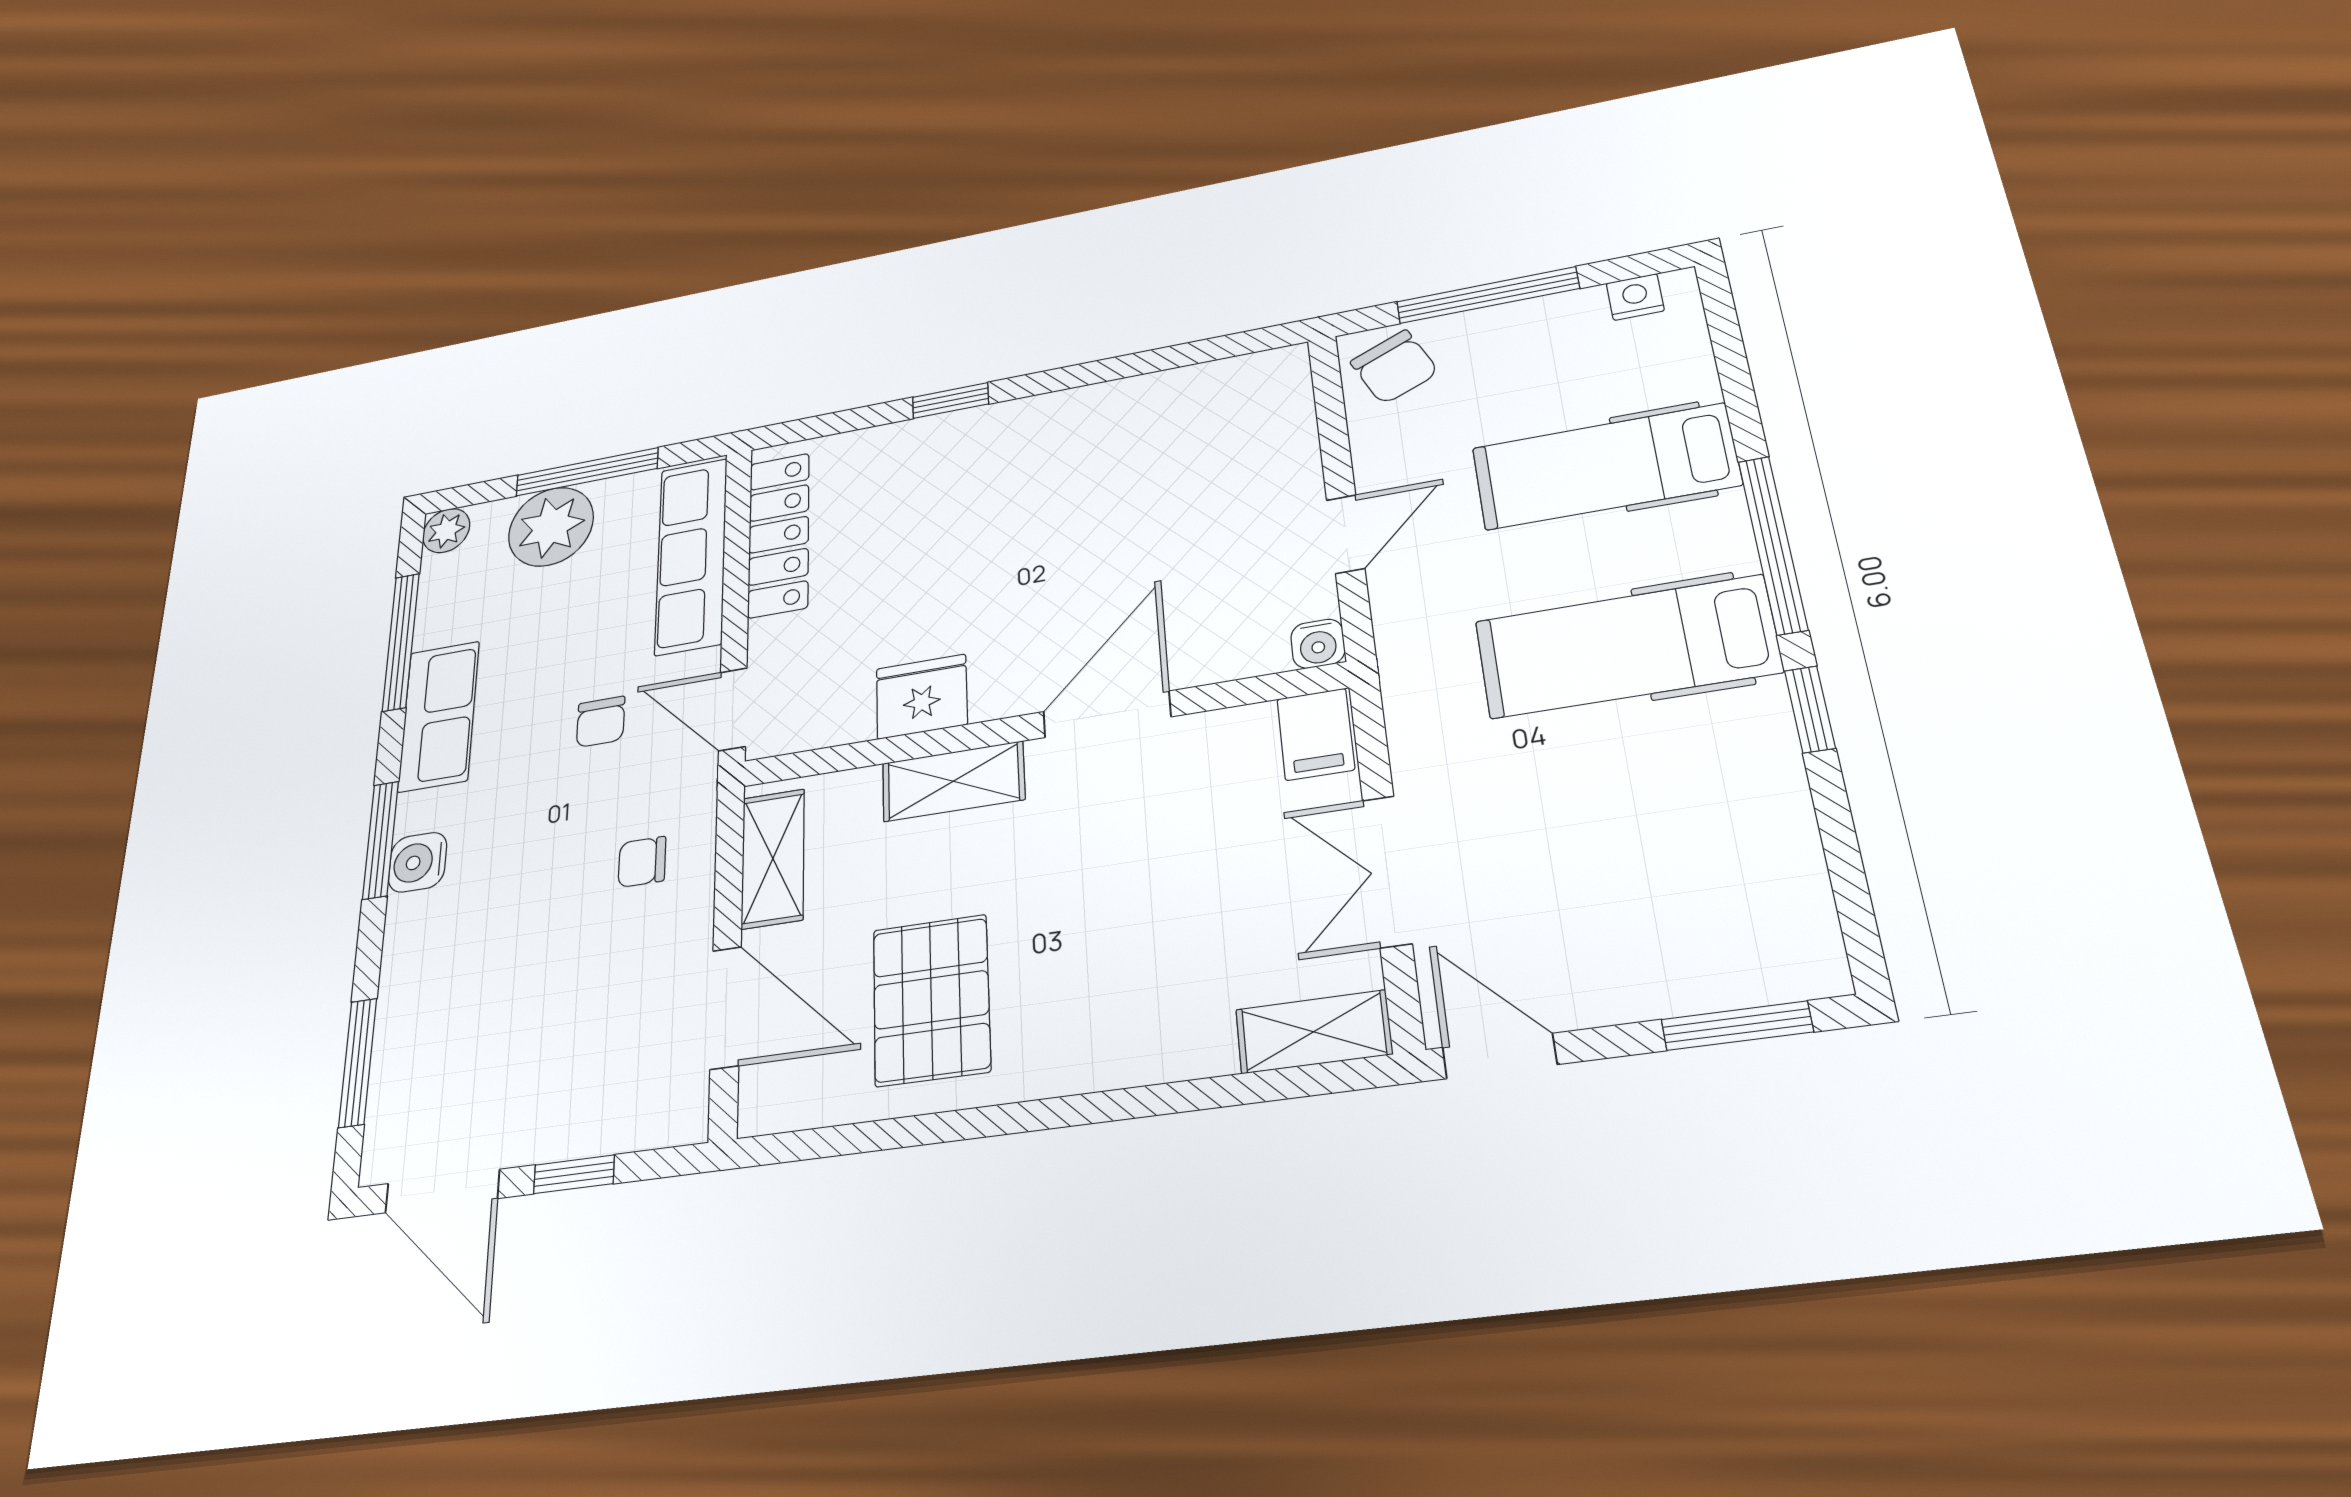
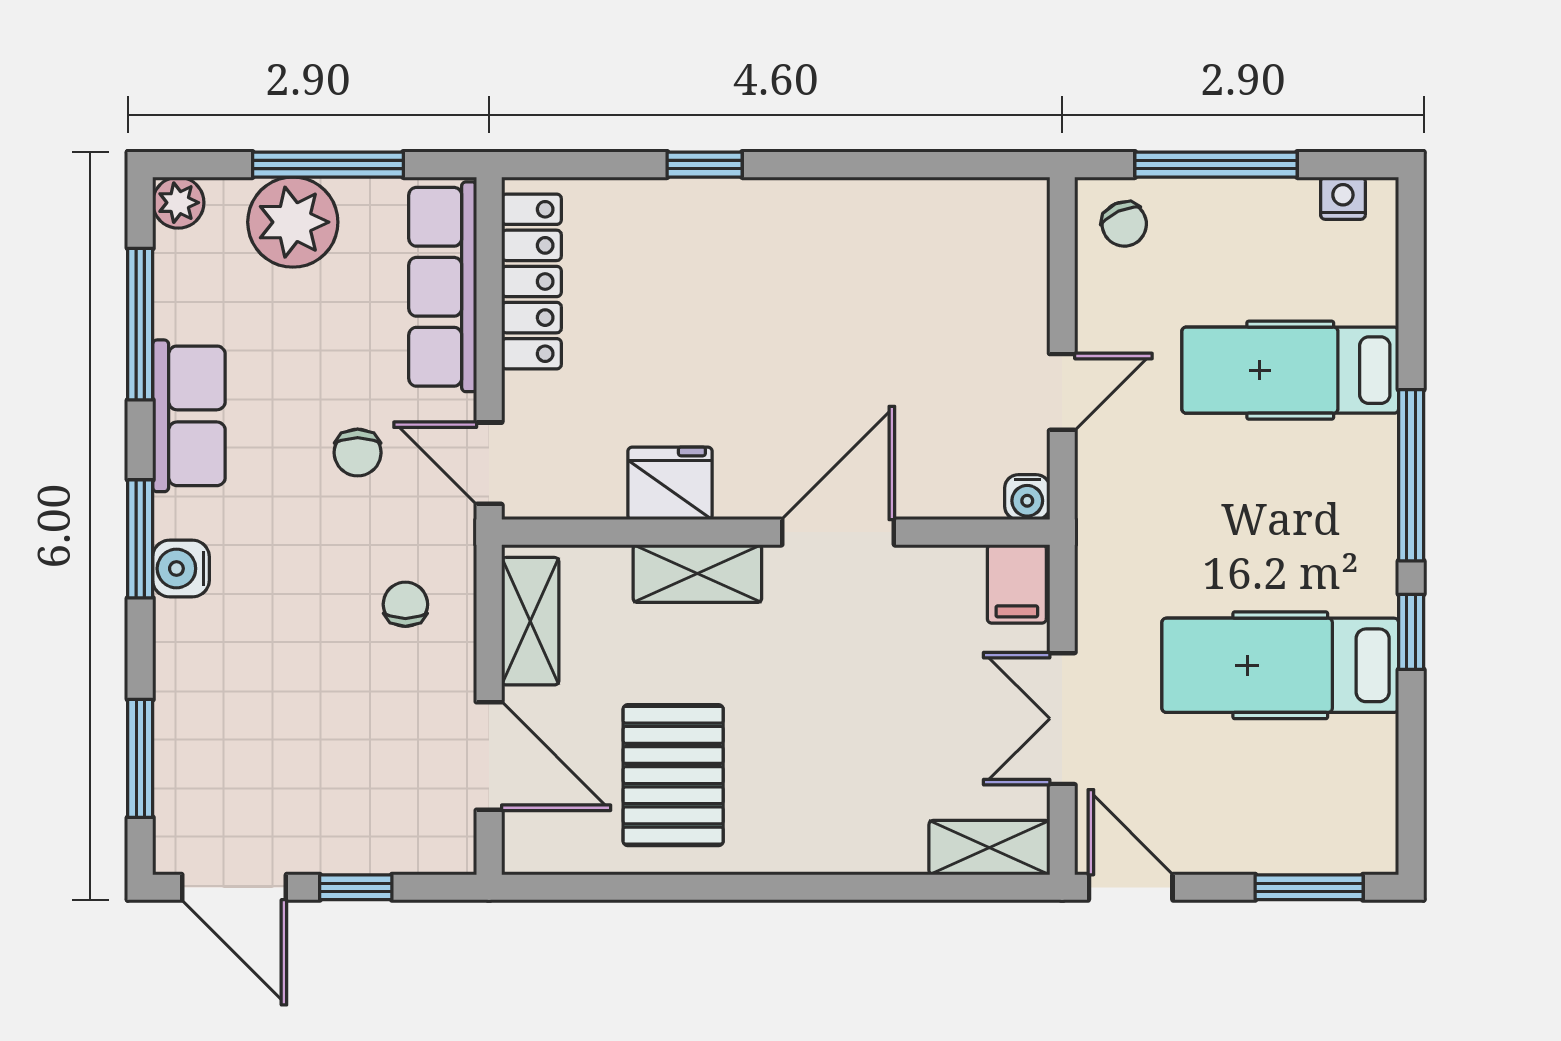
chair: (1394, 367) -> (1124, 224), width x0.73, depth x0.73
hospital bed: (1627, 647) -> (1280, 665), moved
chair: (642, 862) -> (405, 604), turned 90

